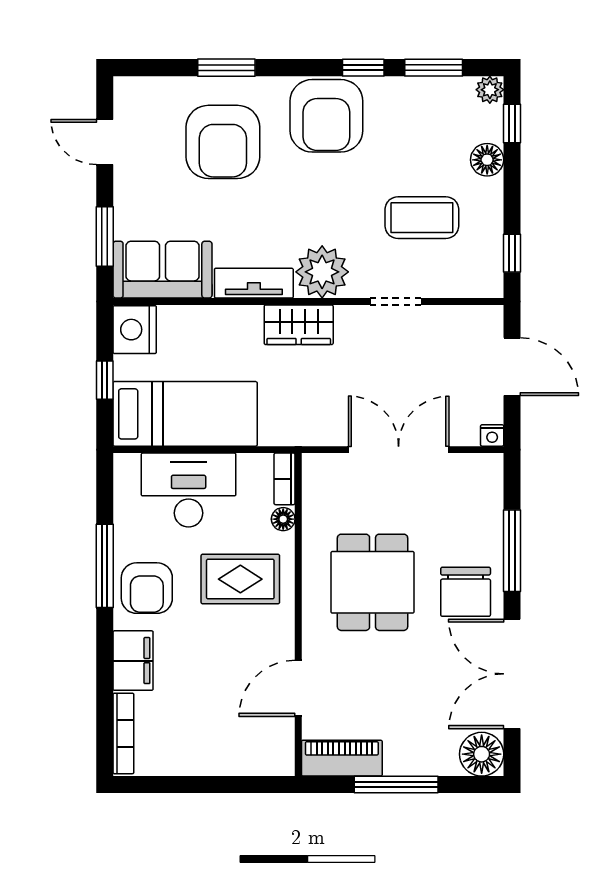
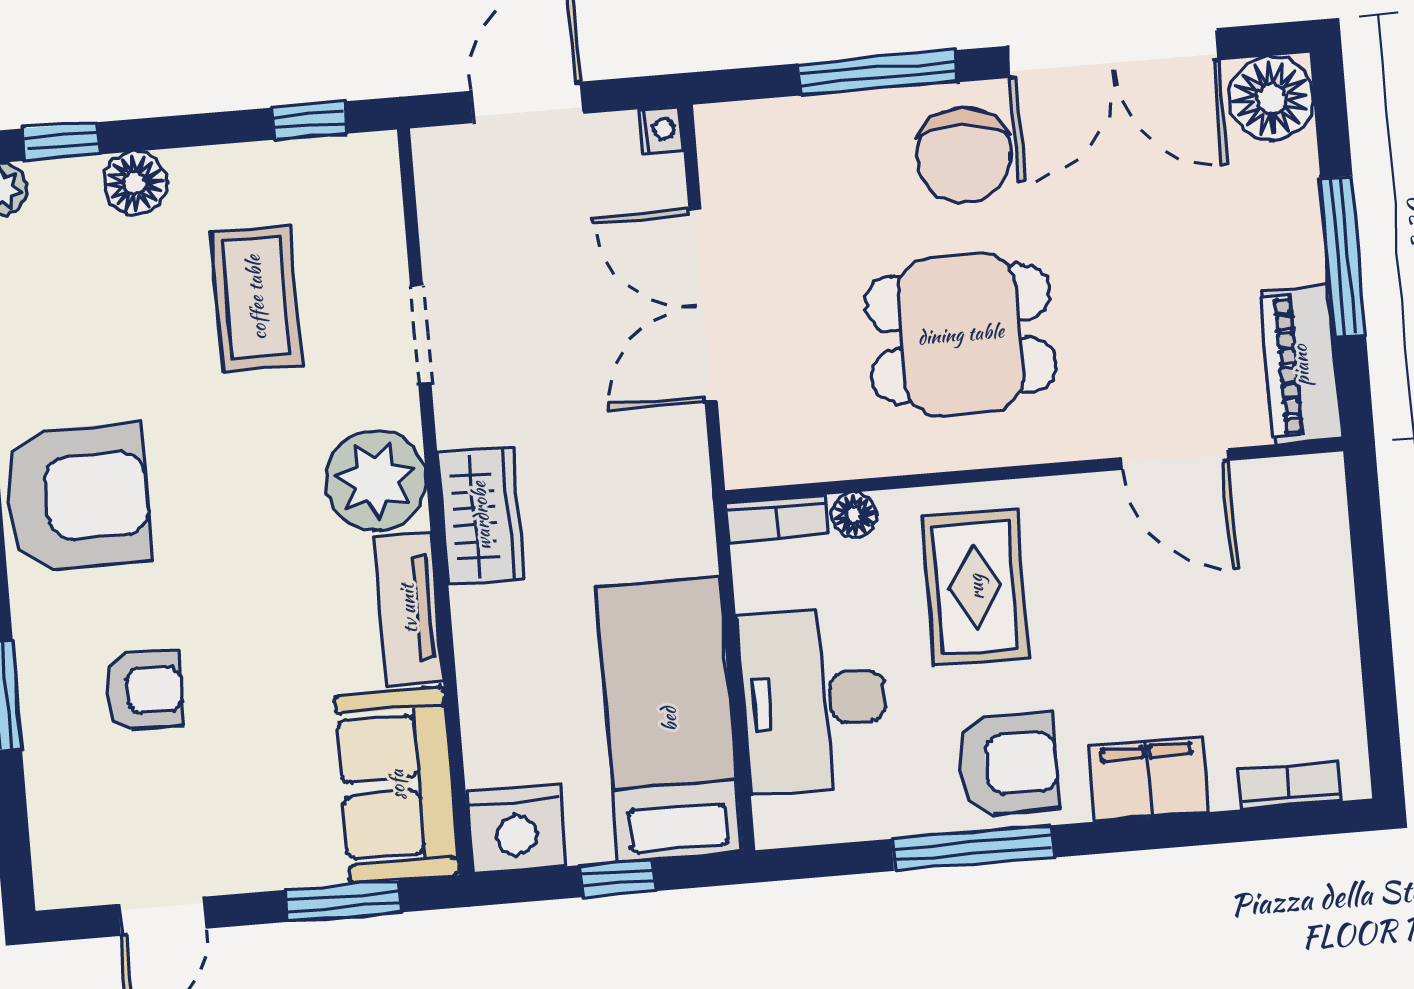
armchair: (223, 142) -> (144, 691), width x0.53, depth x0.53
chair: (466, 592) -> (964, 155), turned 93
bookcase: (123, 733) -> (1289, 786), width x0.64

